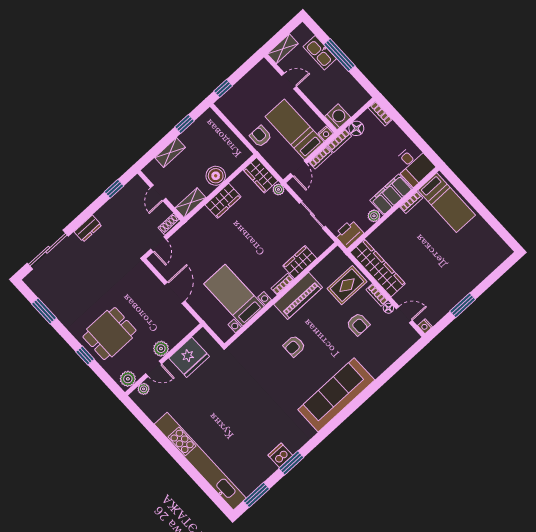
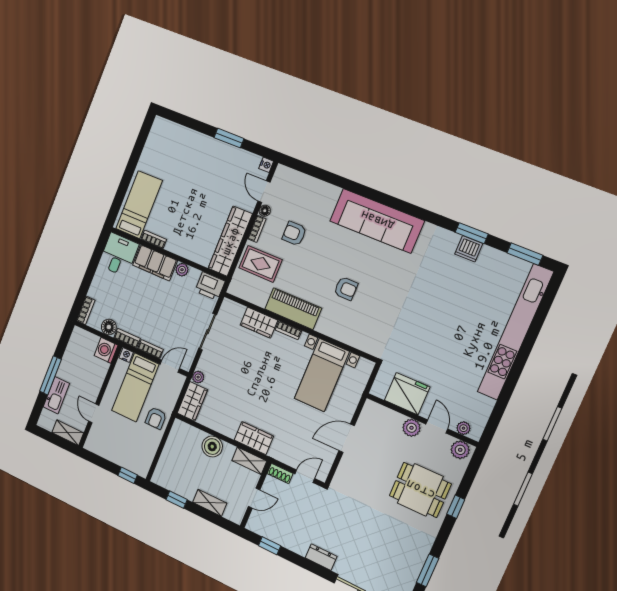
wardrobe: (223, 201) -> (254, 438), moved
armchair: (358, 324) -> (294, 234), turned -90

